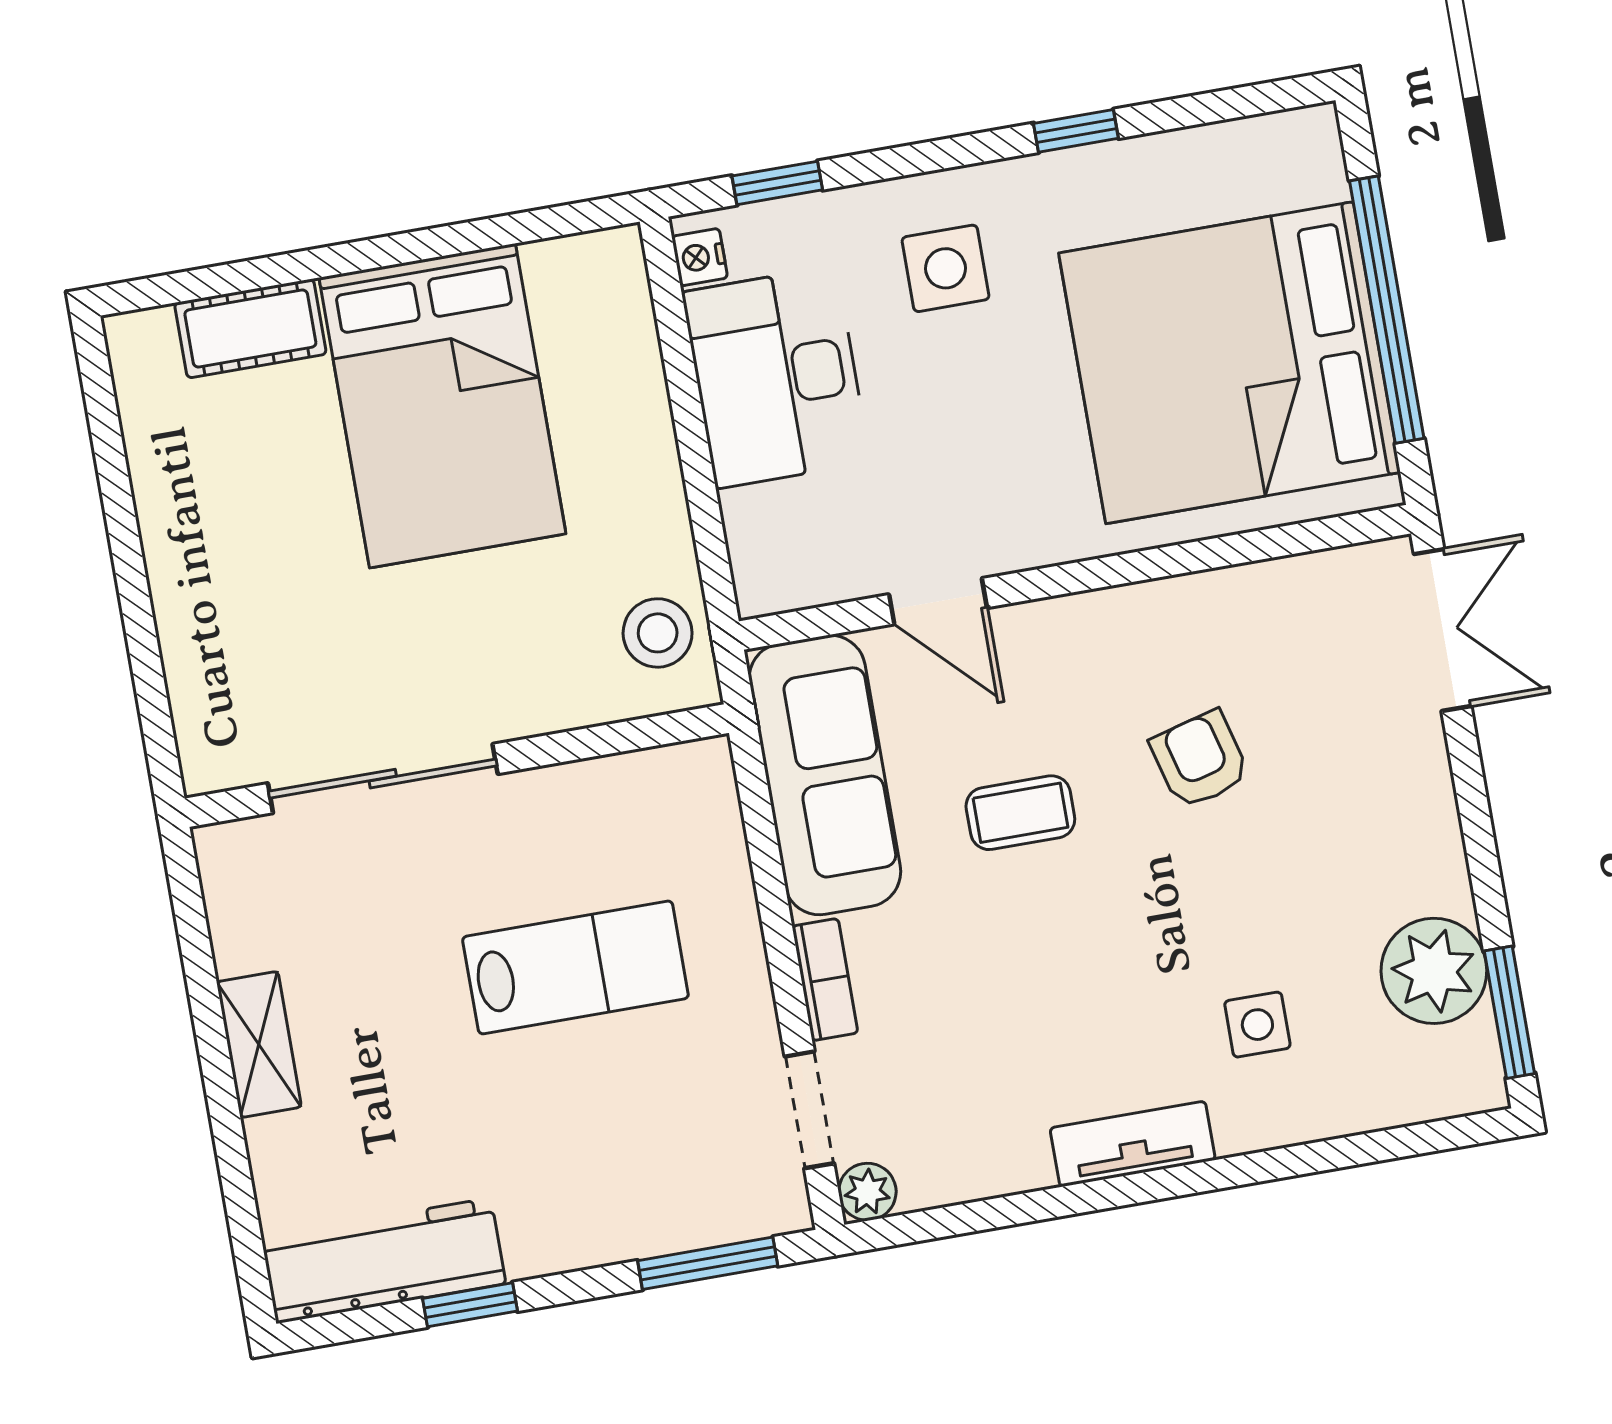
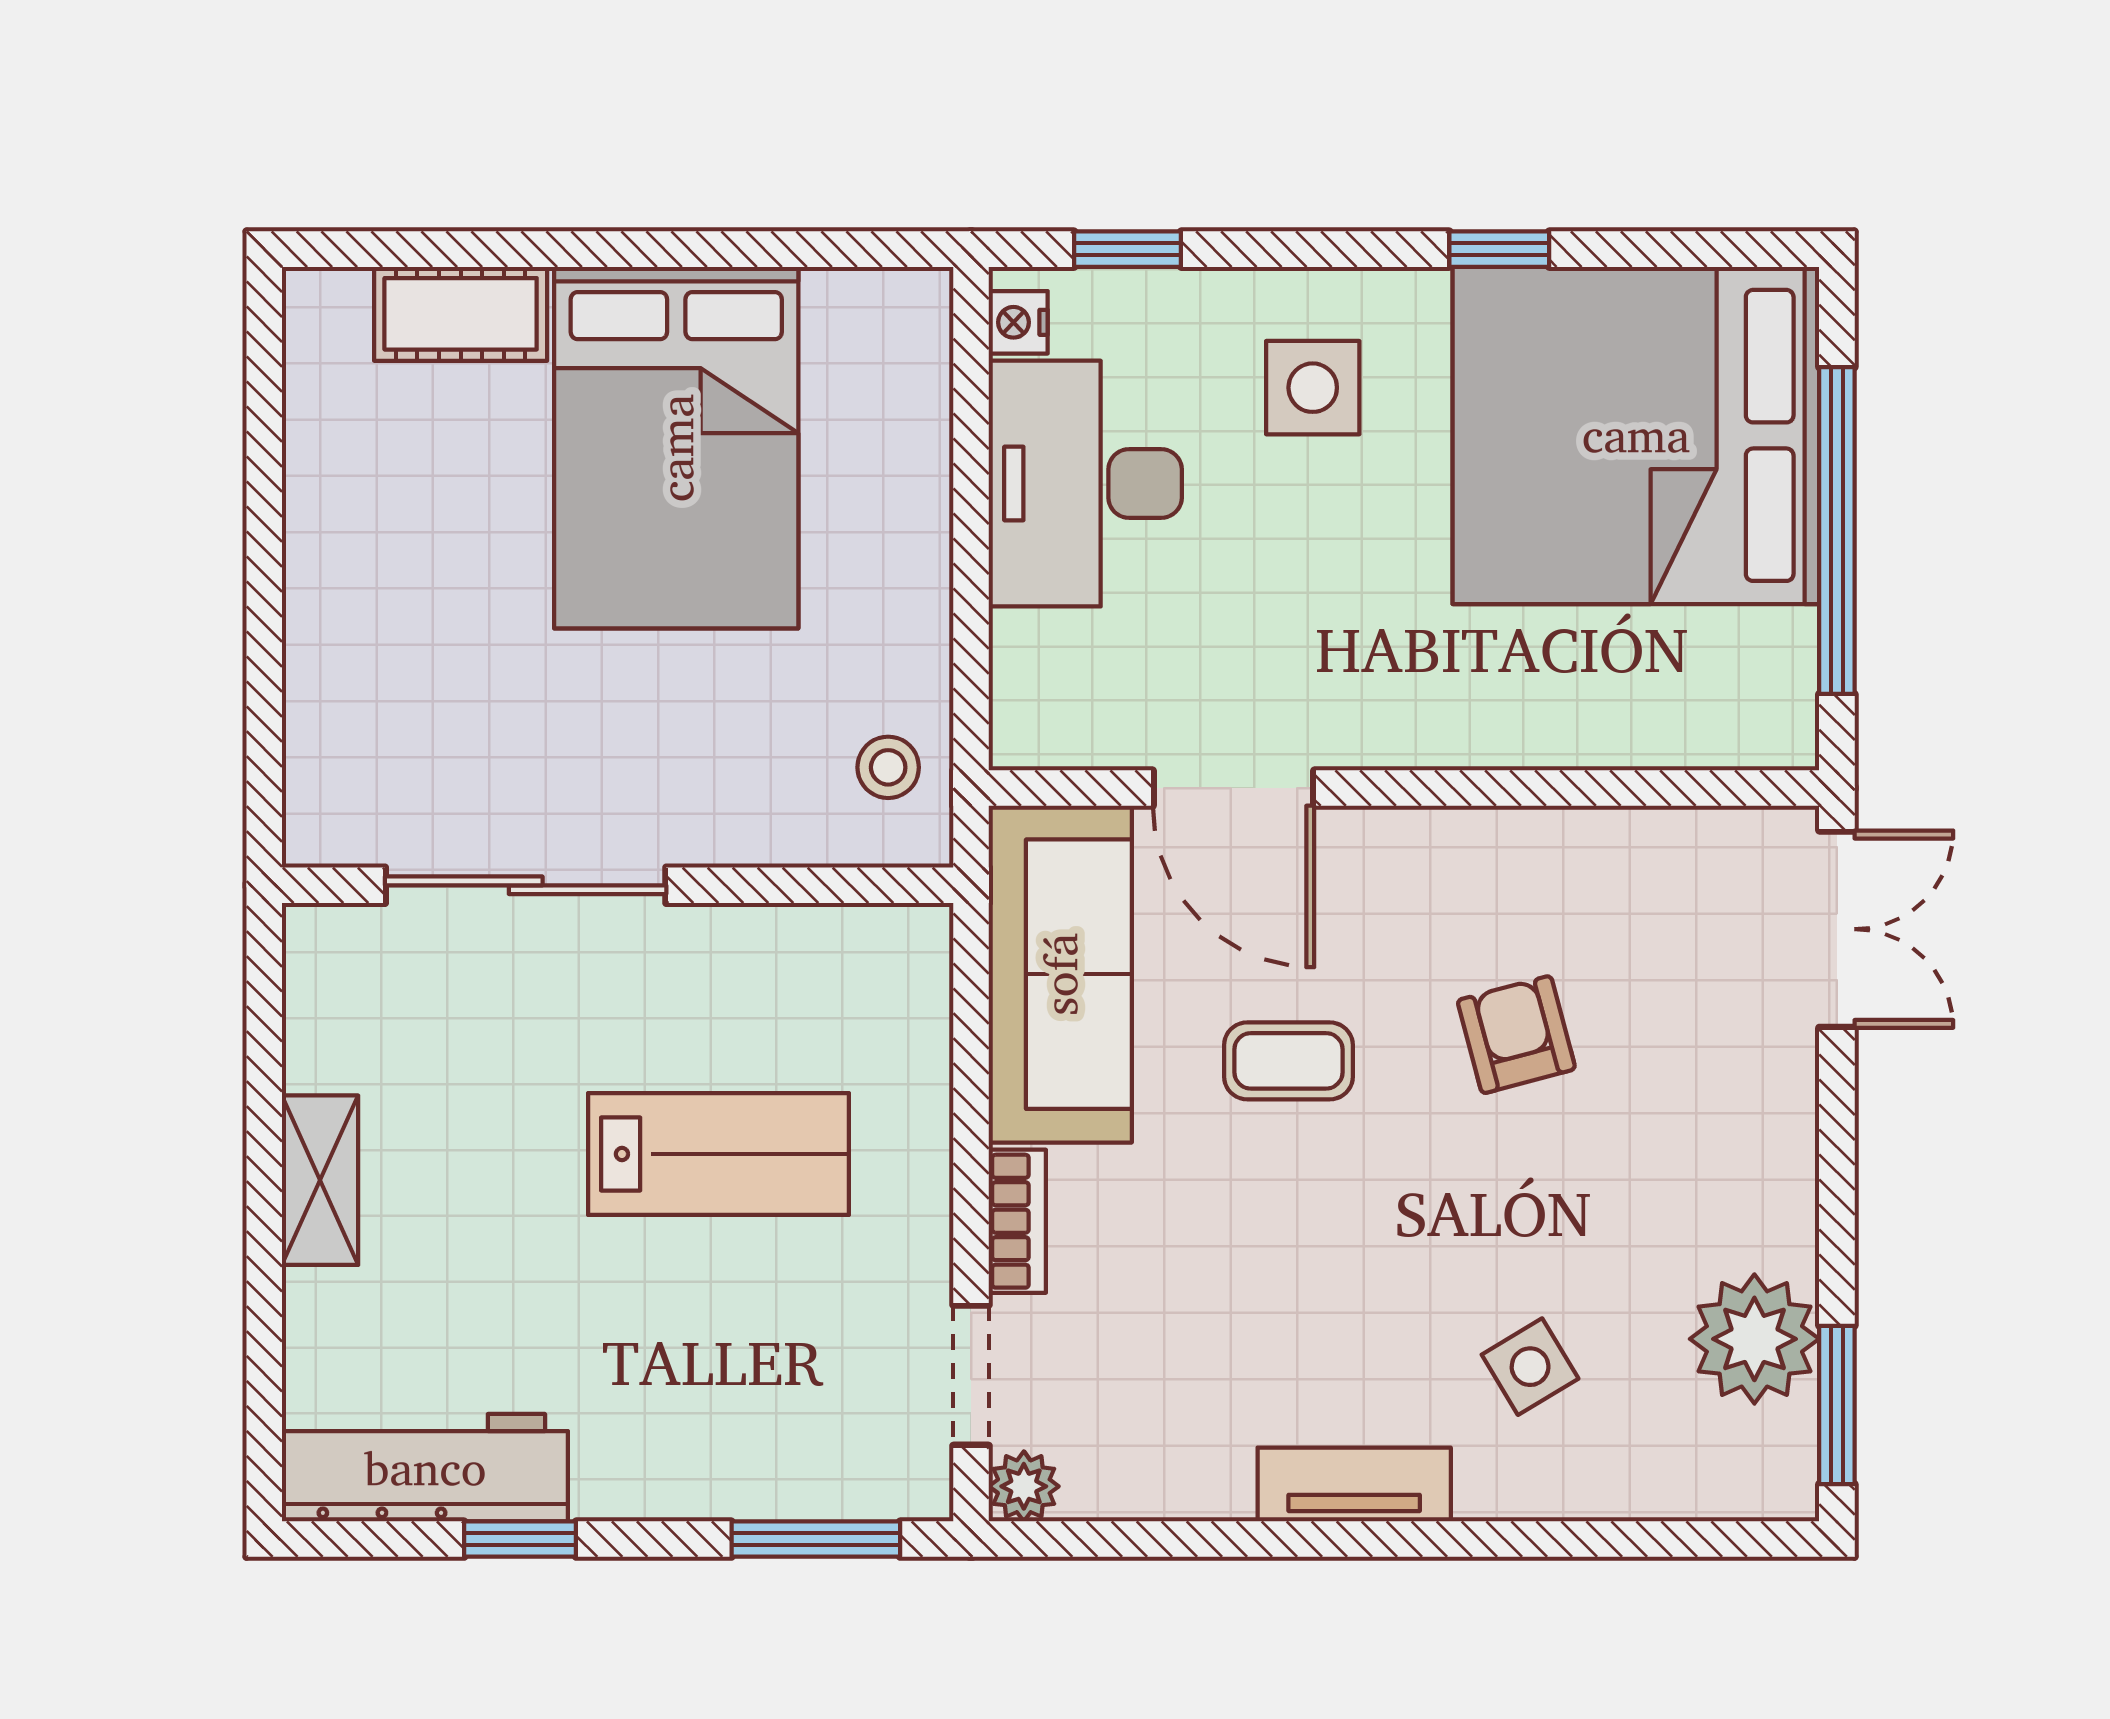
bed: (1230, 363) -> (1636, 435), moved
door: (938, 601) -> (1234, 788), width x1.37
stool: (658, 633) -> (888, 767), width x0.73, depth x0.73
side table: (1257, 1025) -> (1530, 1367), turned -31

